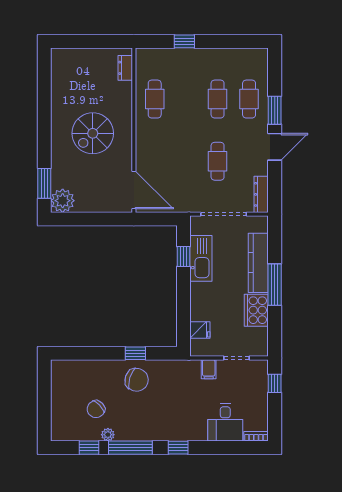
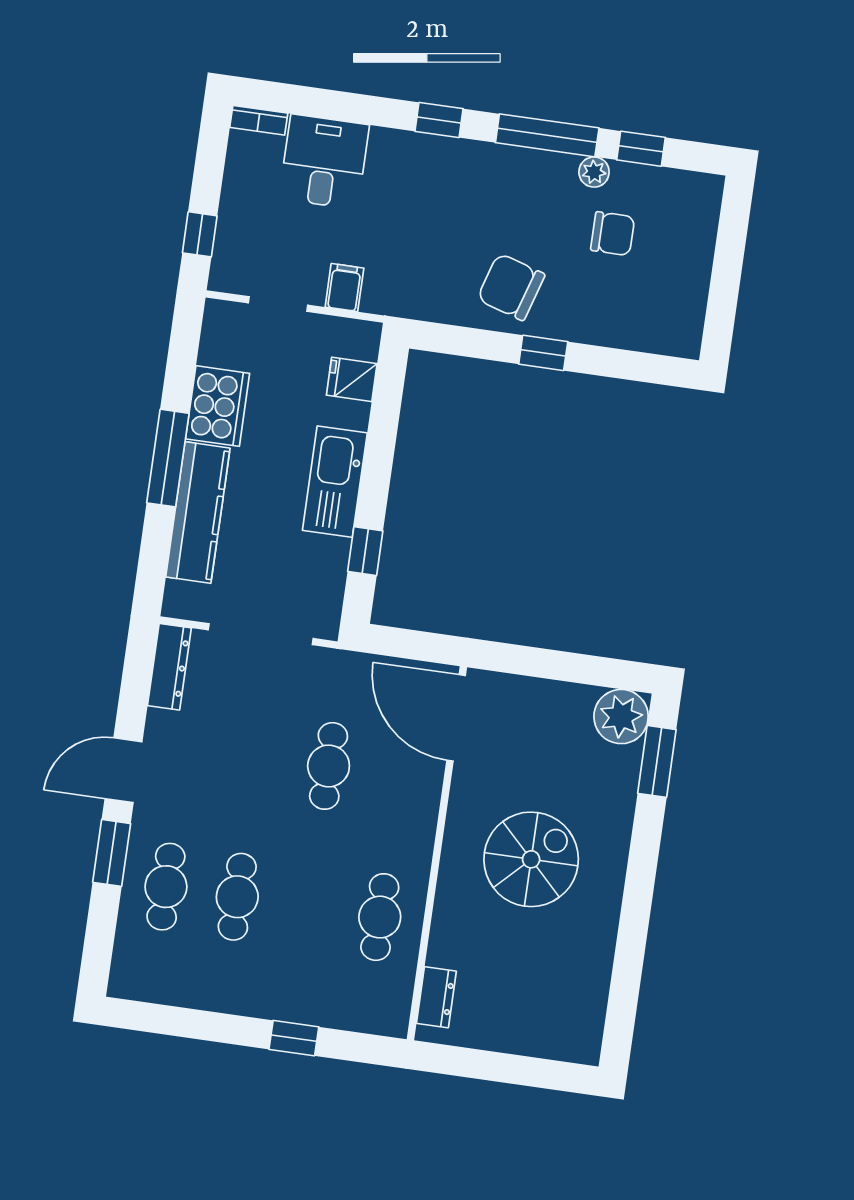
cafe table: (218, 161) -> (329, 766), moved
kitchen sink: (201, 258) -> (335, 482), moved
window: (135, 353) -> (543, 353), moved
chair: (96, 409) -> (613, 234), turned 44

